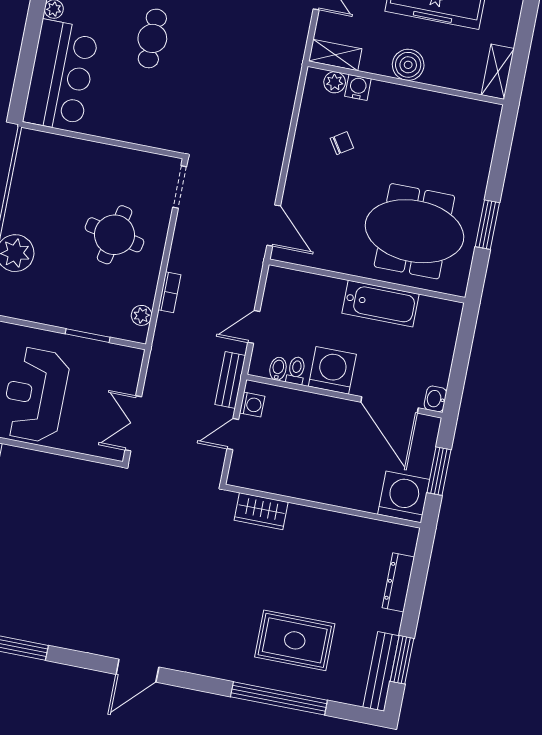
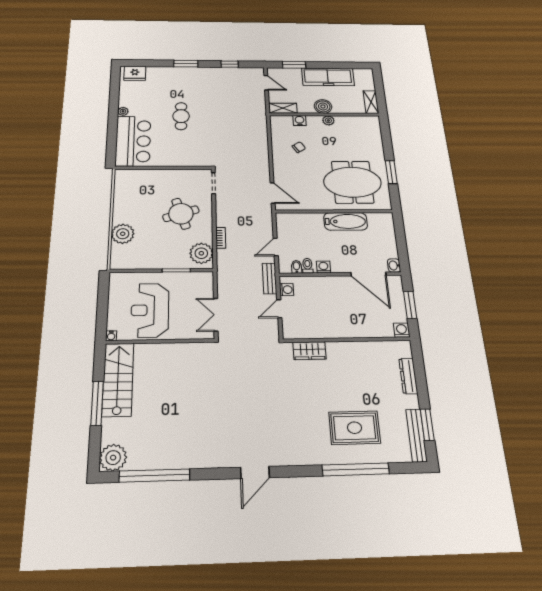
plant: (335, 82) -> (328, 120), moved
round table: (115, 235) -> (181, 214), turned -30
plant: (142, 315) -> (201, 253), width x1.88, depth x1.88
washing machine: (332, 370) -> (323, 267), width x0.53, depth x0.53
washing machine: (404, 497) -> (402, 330), width x0.53, depth x0.53

